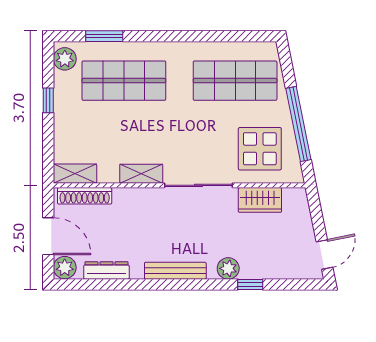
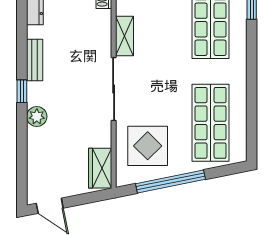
wardrobe: (260, 200) -> (100, 168), moved
bench: (175, 271) -> (35, 60), width x0.73
window: (250, 285) -> (22, 91), moved

